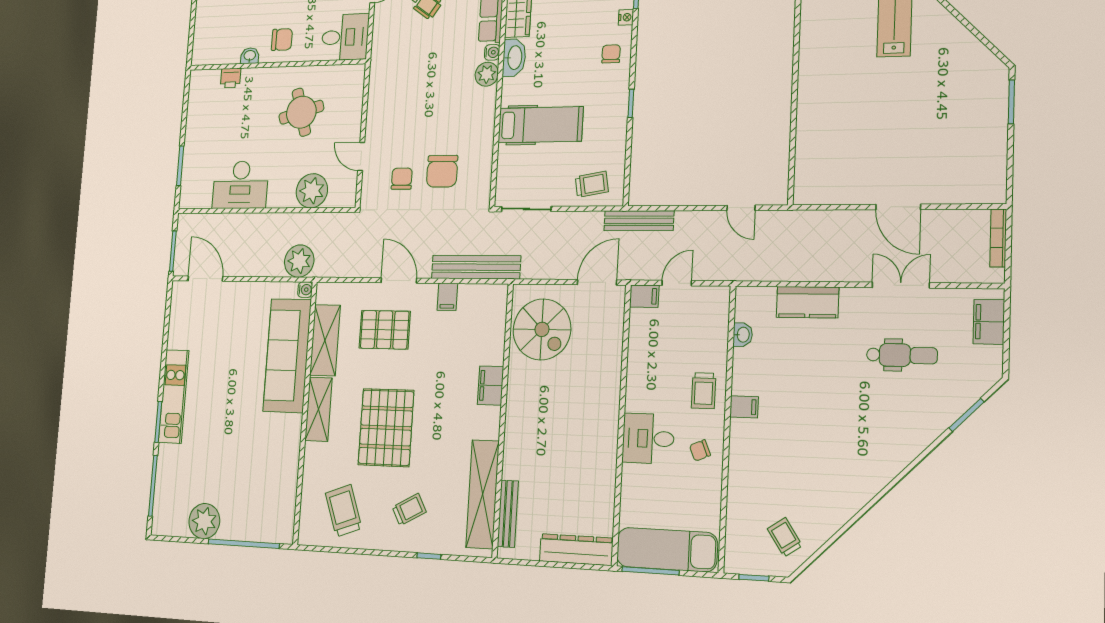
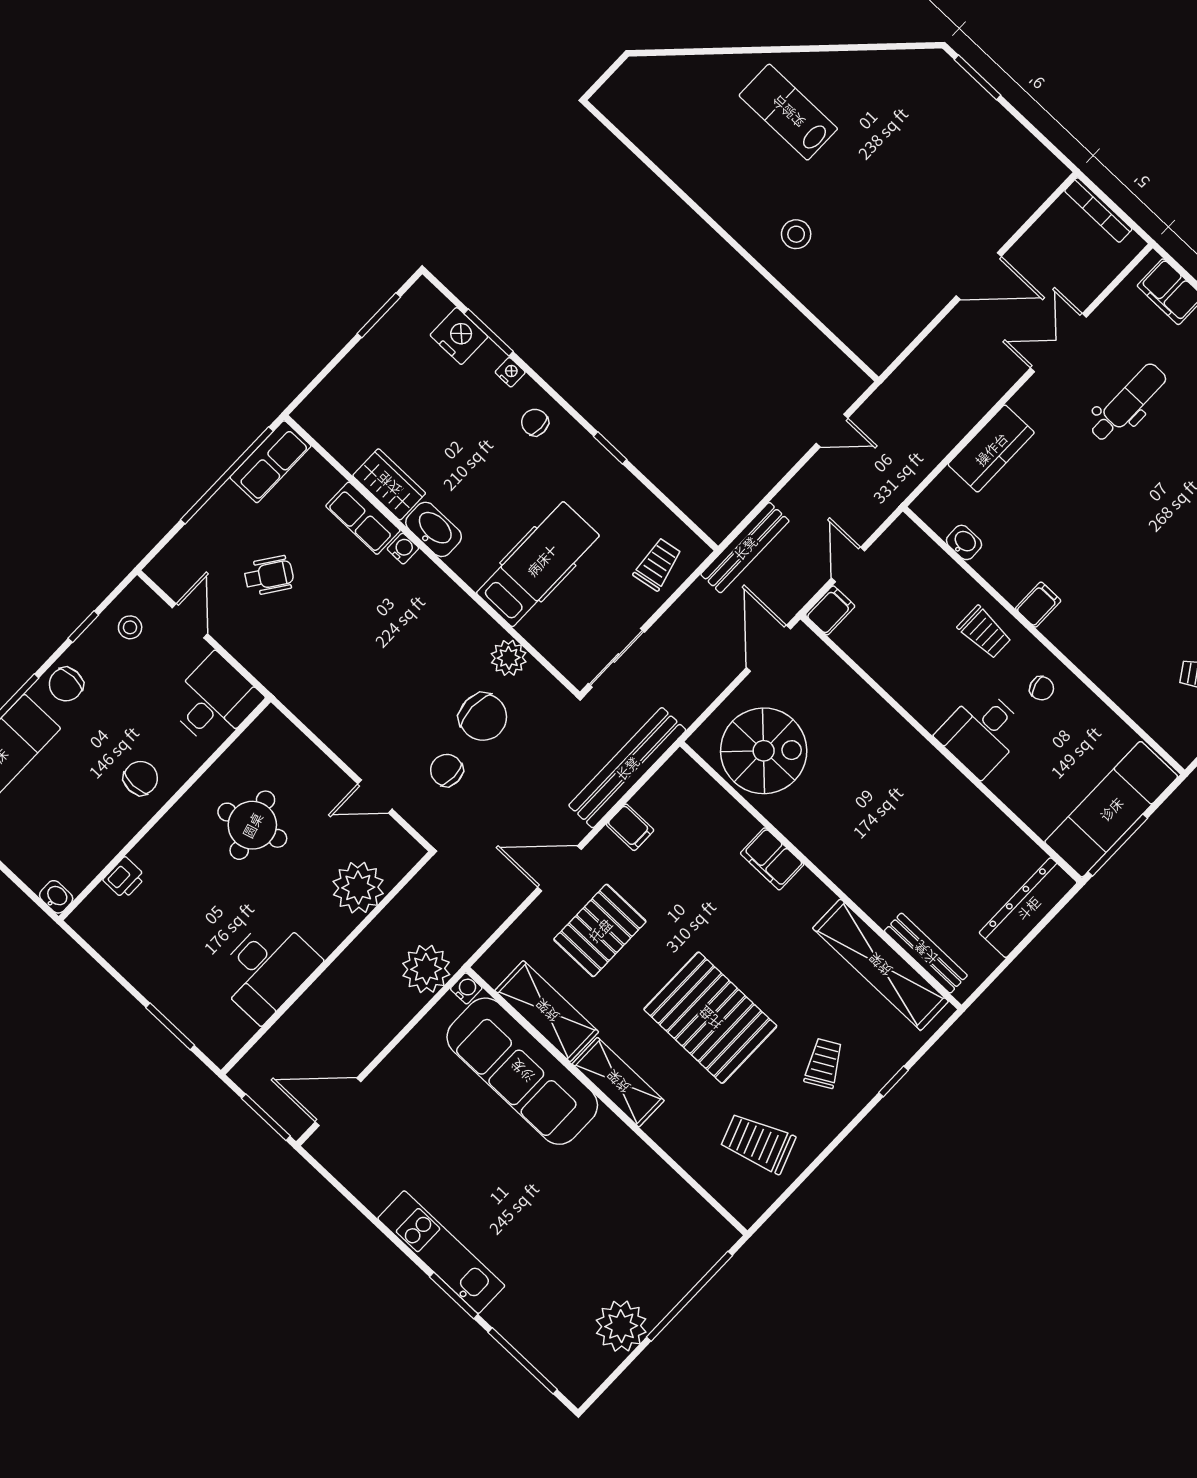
washbasin: (250, 56) -> (56, 897), moved, turned 90
plant: (487, 74) -> (509, 658), moved
stool: (831, 89) -> (796, 234), added
chair: (700, 450) -> (1042, 688), turned -82

